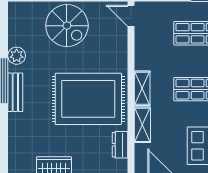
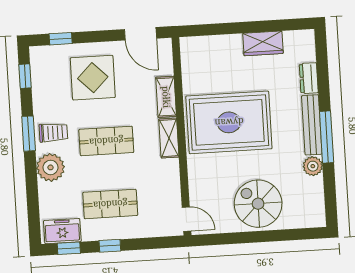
bench: (15, 92) -> (312, 125), width x1.36
dresser: (120, 145) -> (309, 78), moved, turned 180

